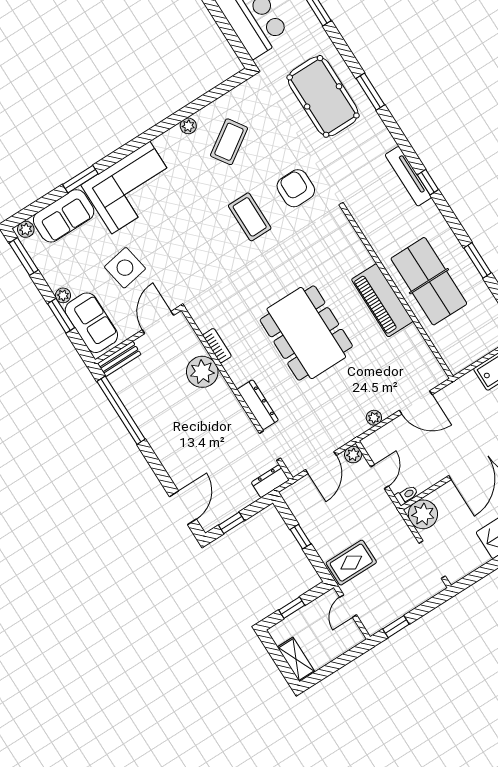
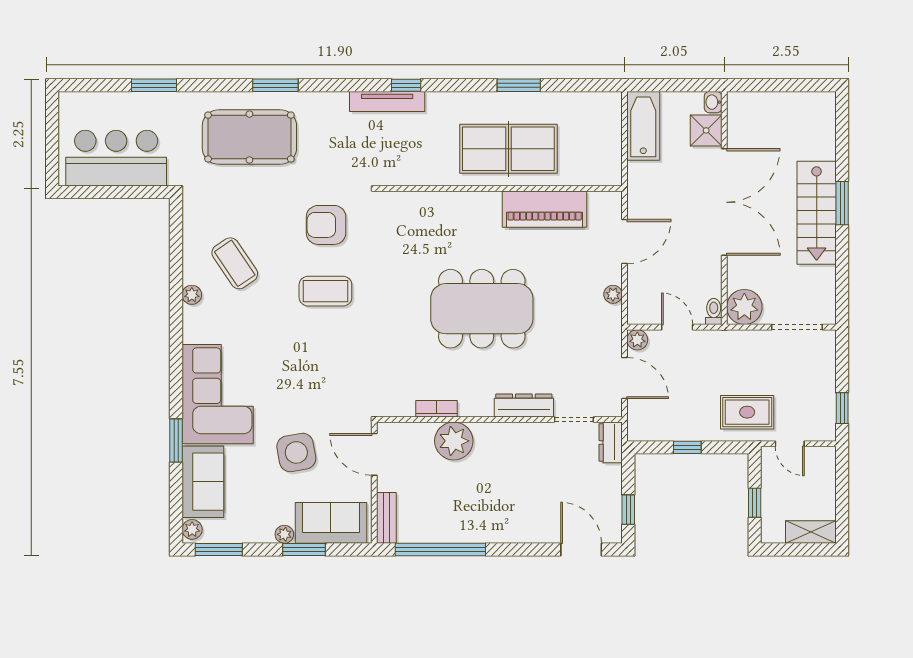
piano: (382, 300) -> (545, 209), moved
rug: (351, 563) -> (747, 412), turned 90

